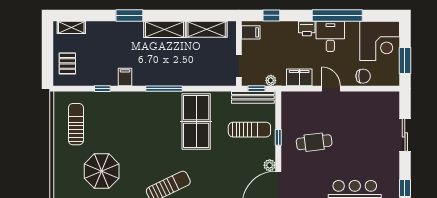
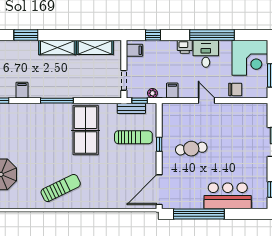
filing cabinet: (299, 77) -> (172, 91), width x0.50
bench: (253, 97) -> (131, 108), width x0.73
plant: (270, 165) -> (151, 169), removed

